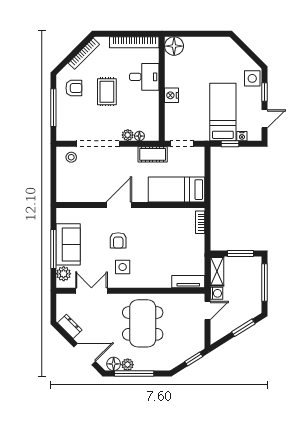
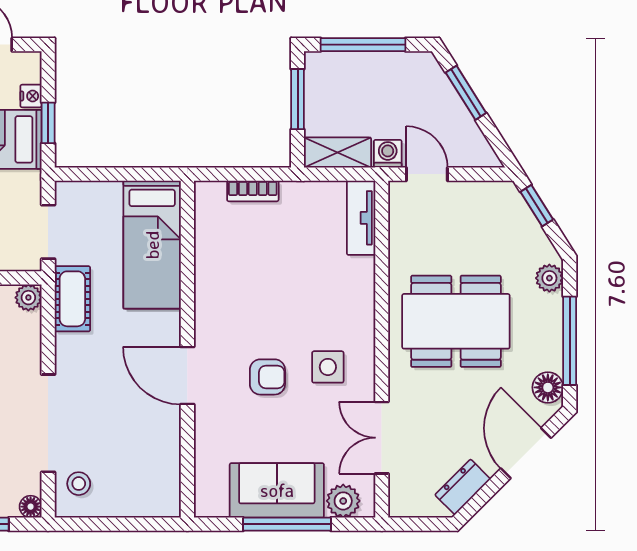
plant: (128, 135) -> (28, 298), moved
floor lamp: (139, 136) -> (31, 507), moved
bookcase: (200, 222) -> (253, 191), moved
plant: (128, 365) -> (549, 278), moved

